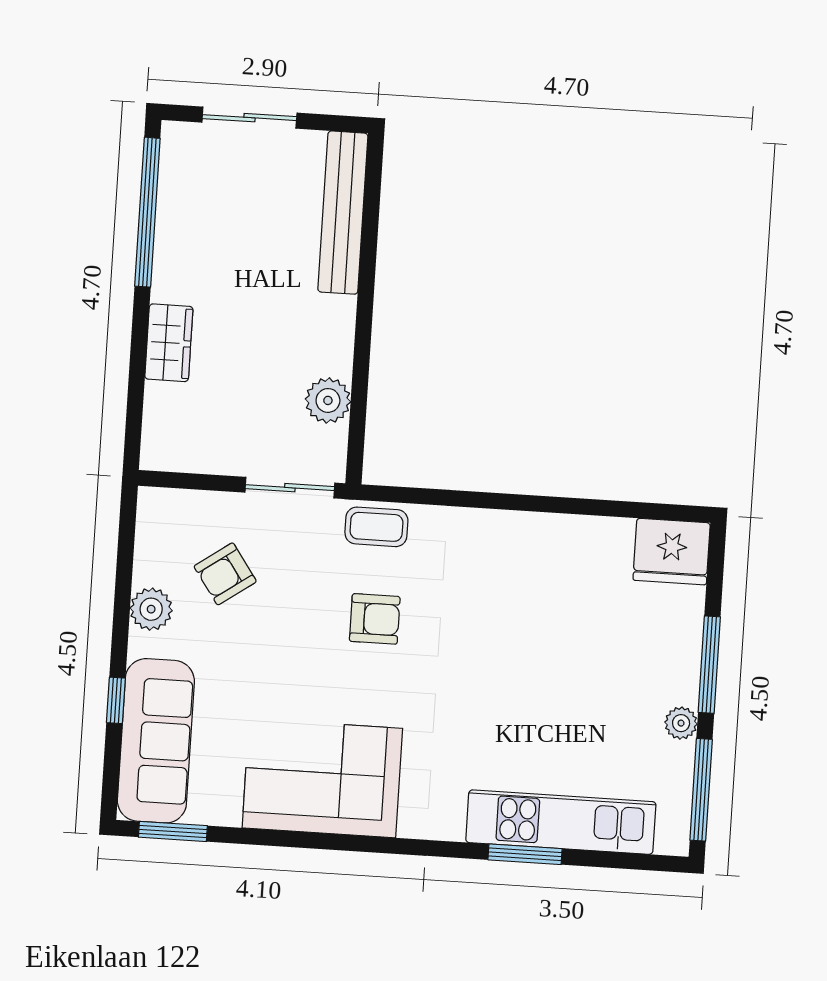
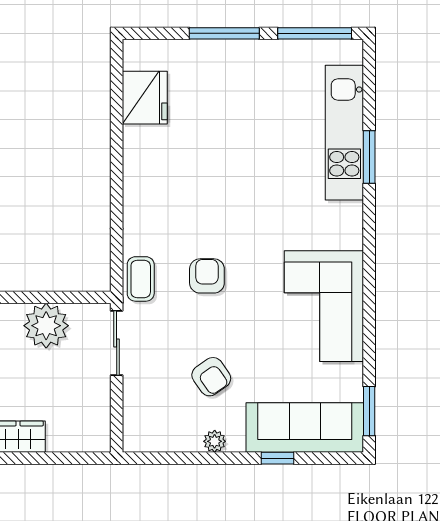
plant: (328, 400) -> (46, 326), width x1.36, depth x1.36
fridge: (672, 552) -> (145, 98), moved
armchair: (225, 574) -> (211, 377), moved
plant: (151, 609) -> (215, 441), width x0.73, depth x0.73
plant: (681, 723) -> (268, 51), removed

